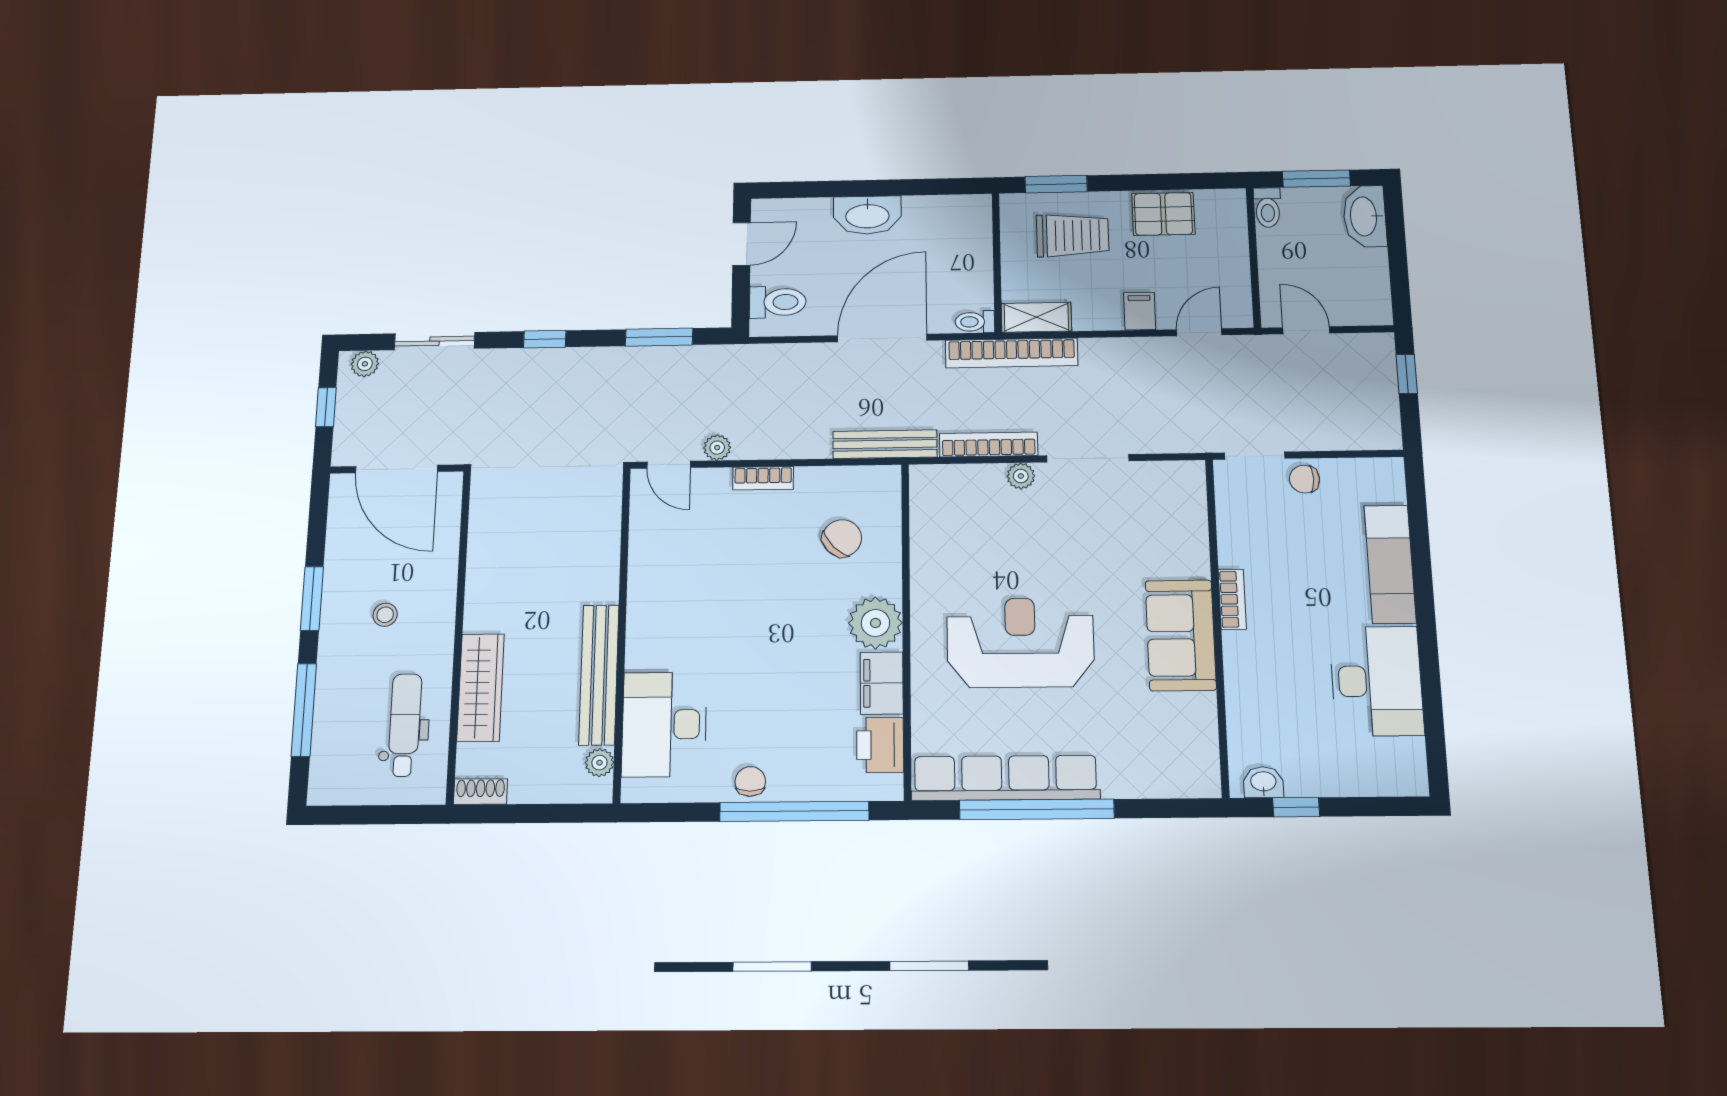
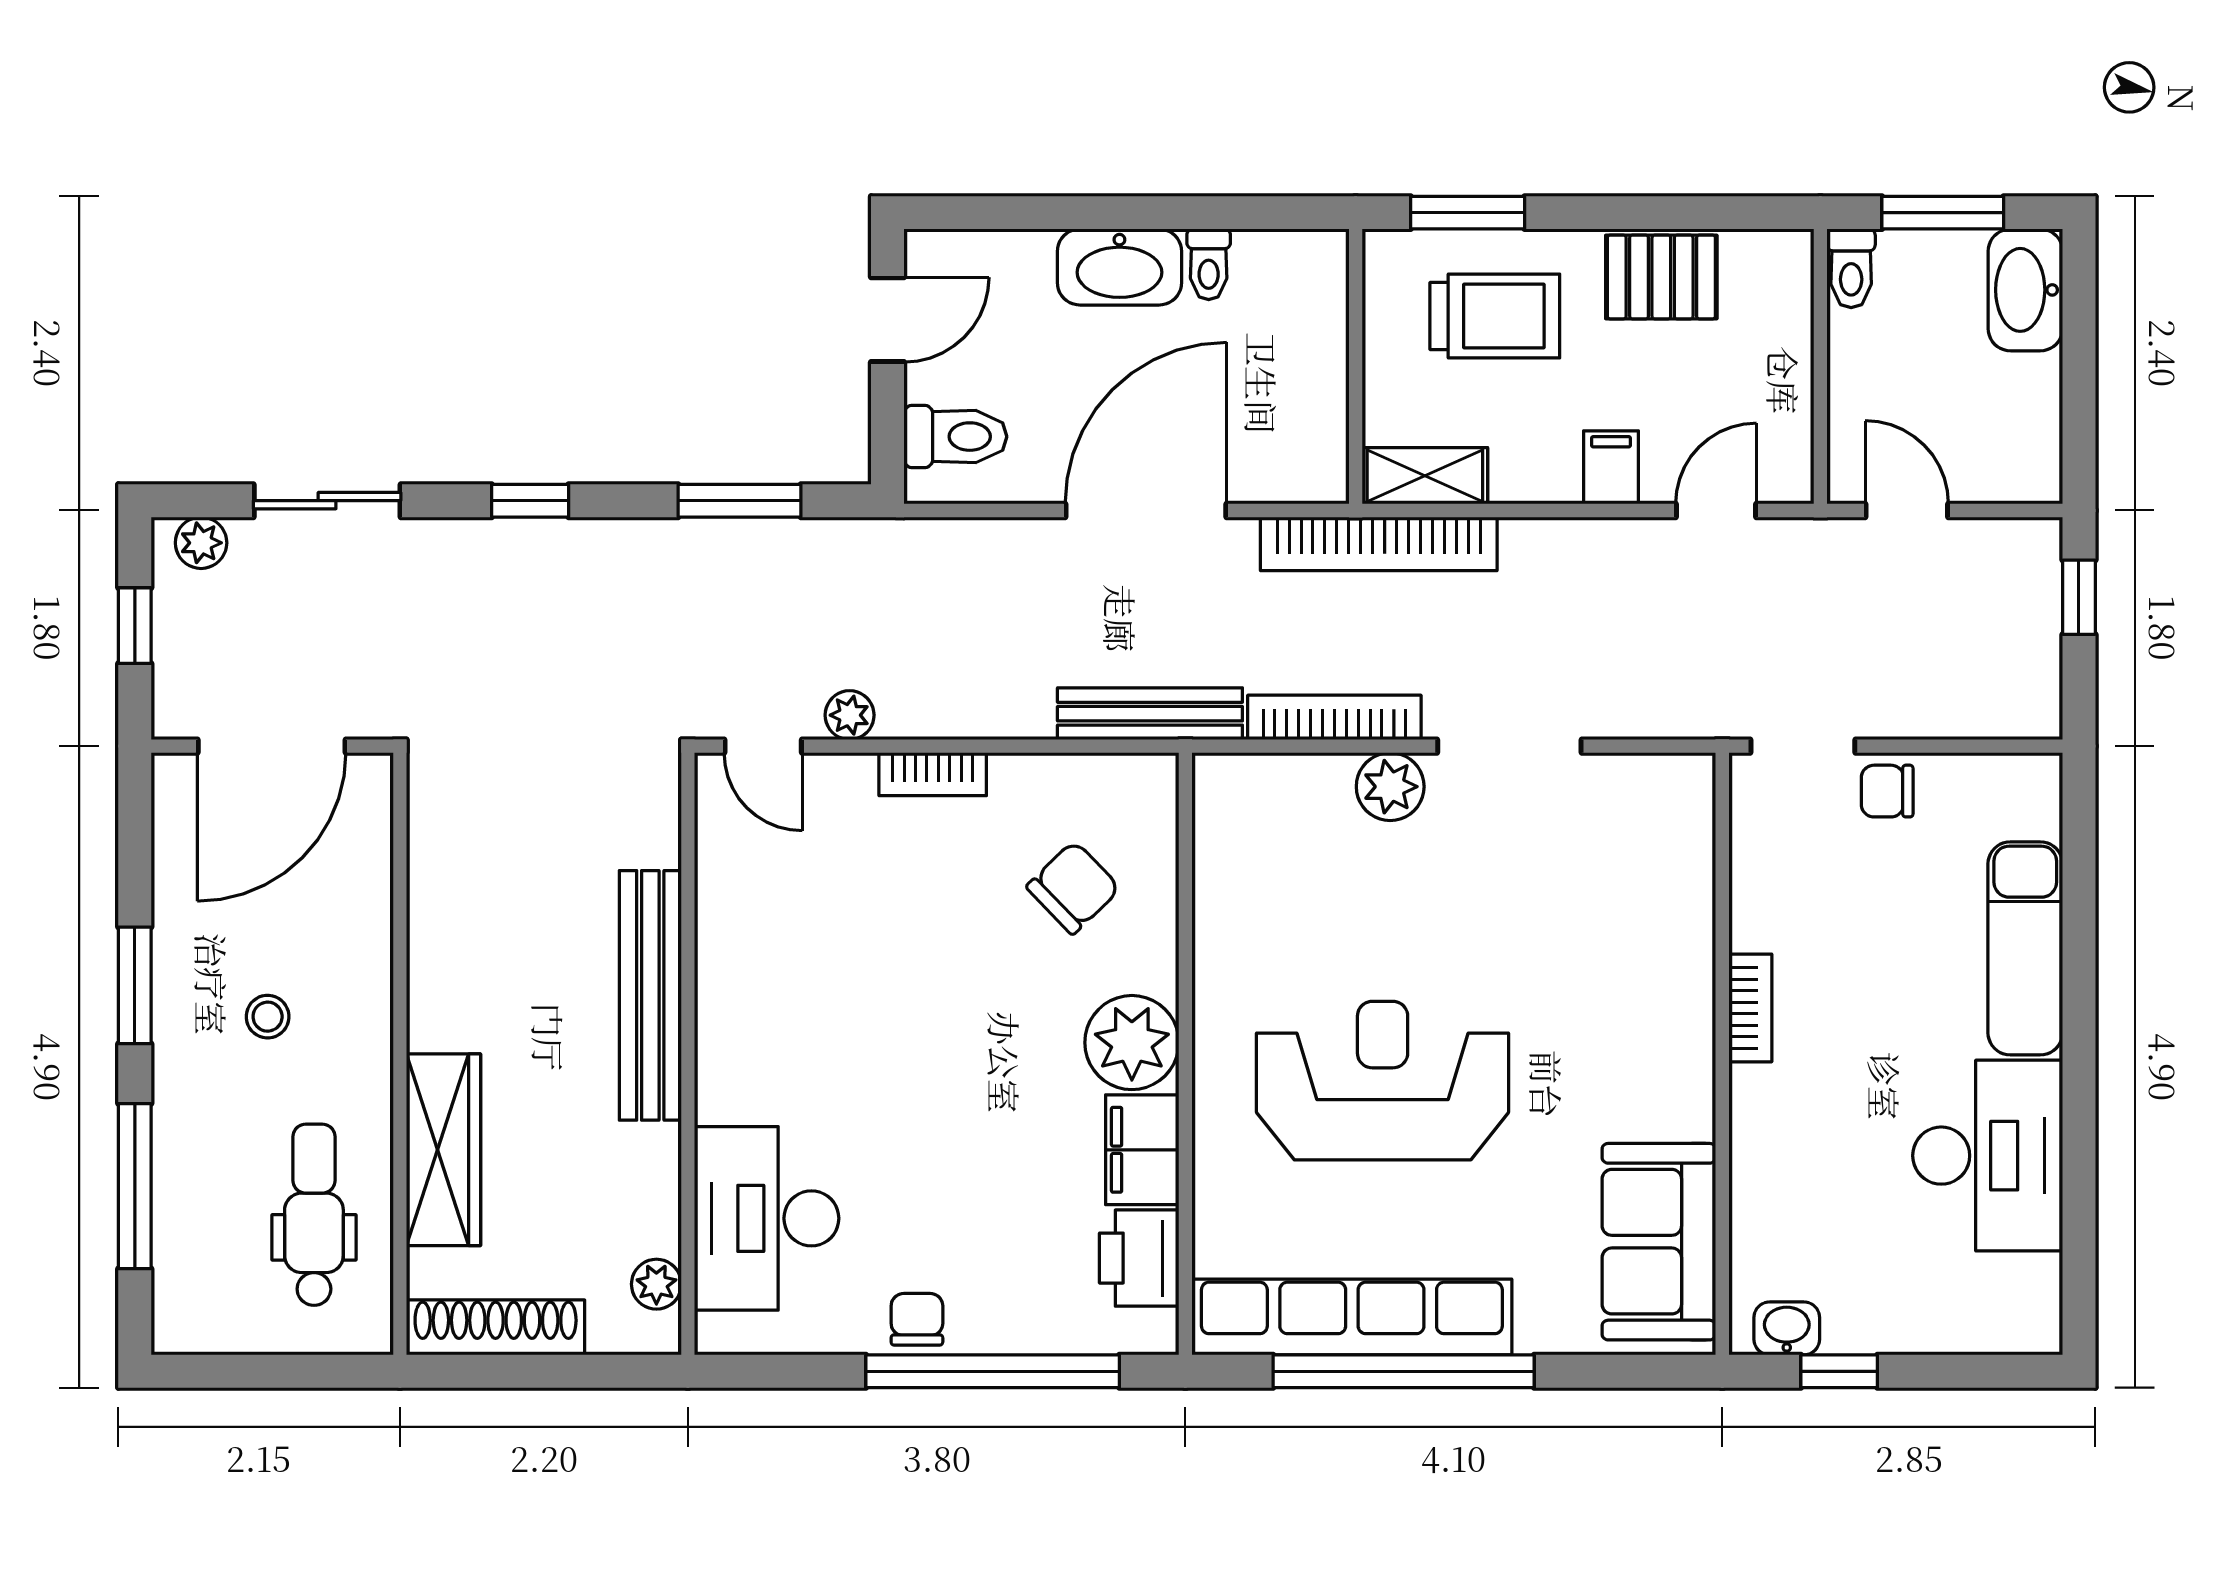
toilet: (975, 322) -> (1209, 264), moved, turned -90
door: (397, 469) -> (272, 746), hinge flipped
plant: (1021, 476) -> (1390, 787), width x1.38, depth x1.38
sofa: (1181, 635) -> (1659, 1242), moved
bench: (599, 675) -> (650, 995), moved
shoe rack: (480, 792) -> (496, 1327), width x1.94, depth x1.24

